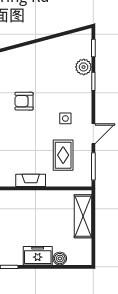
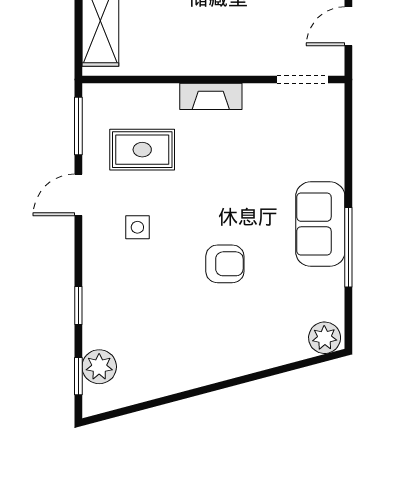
plant: (84, 67) -> (99, 367), moved
rug: (63, 155) -> (142, 150), turned 90

